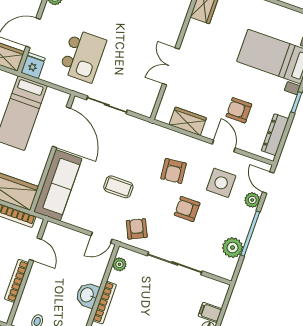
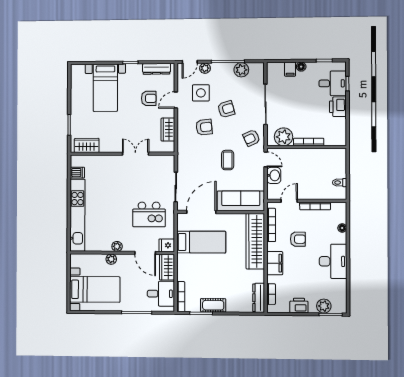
kitchen island: (83, 56) -> (149, 214), turned 180
double door: (171, 66) -> (135, 154), swing flipped
armchair: (239, 110) -> (149, 98), turned -90
armchair: (187, 209) -> (226, 109), turned -106
plant: (119, 264) -> (283, 137), width x1.88, depth x1.88
washbasin: (87, 295) -> (274, 175), moved, turned -90

